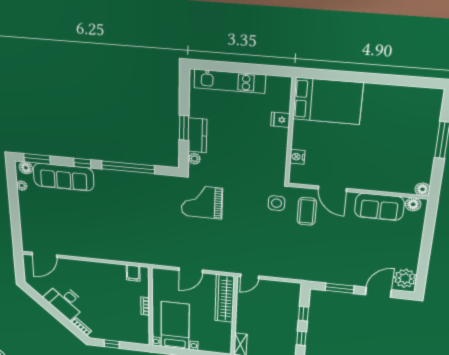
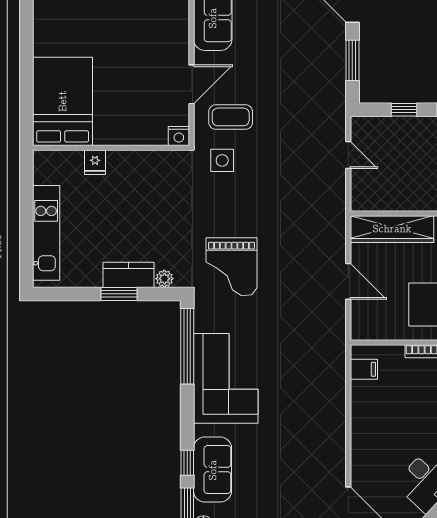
nightstand: (297, 157) -> (179, 136), moved
window: (82, 163) -> (187, 463), moved
window: (128, 167) -> (187, 346), moved
sofa: (64, 177) -> (213, 470), width x0.73
corner sofa: (125, 191) -> (226, 378), added
door: (250, 276) -> (348, 155), moved

